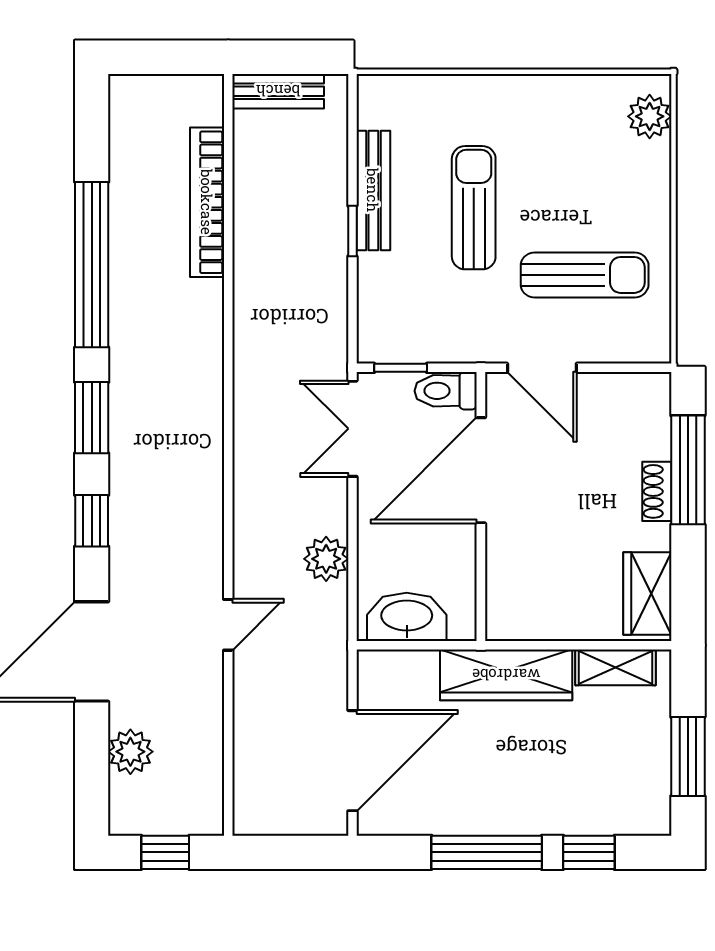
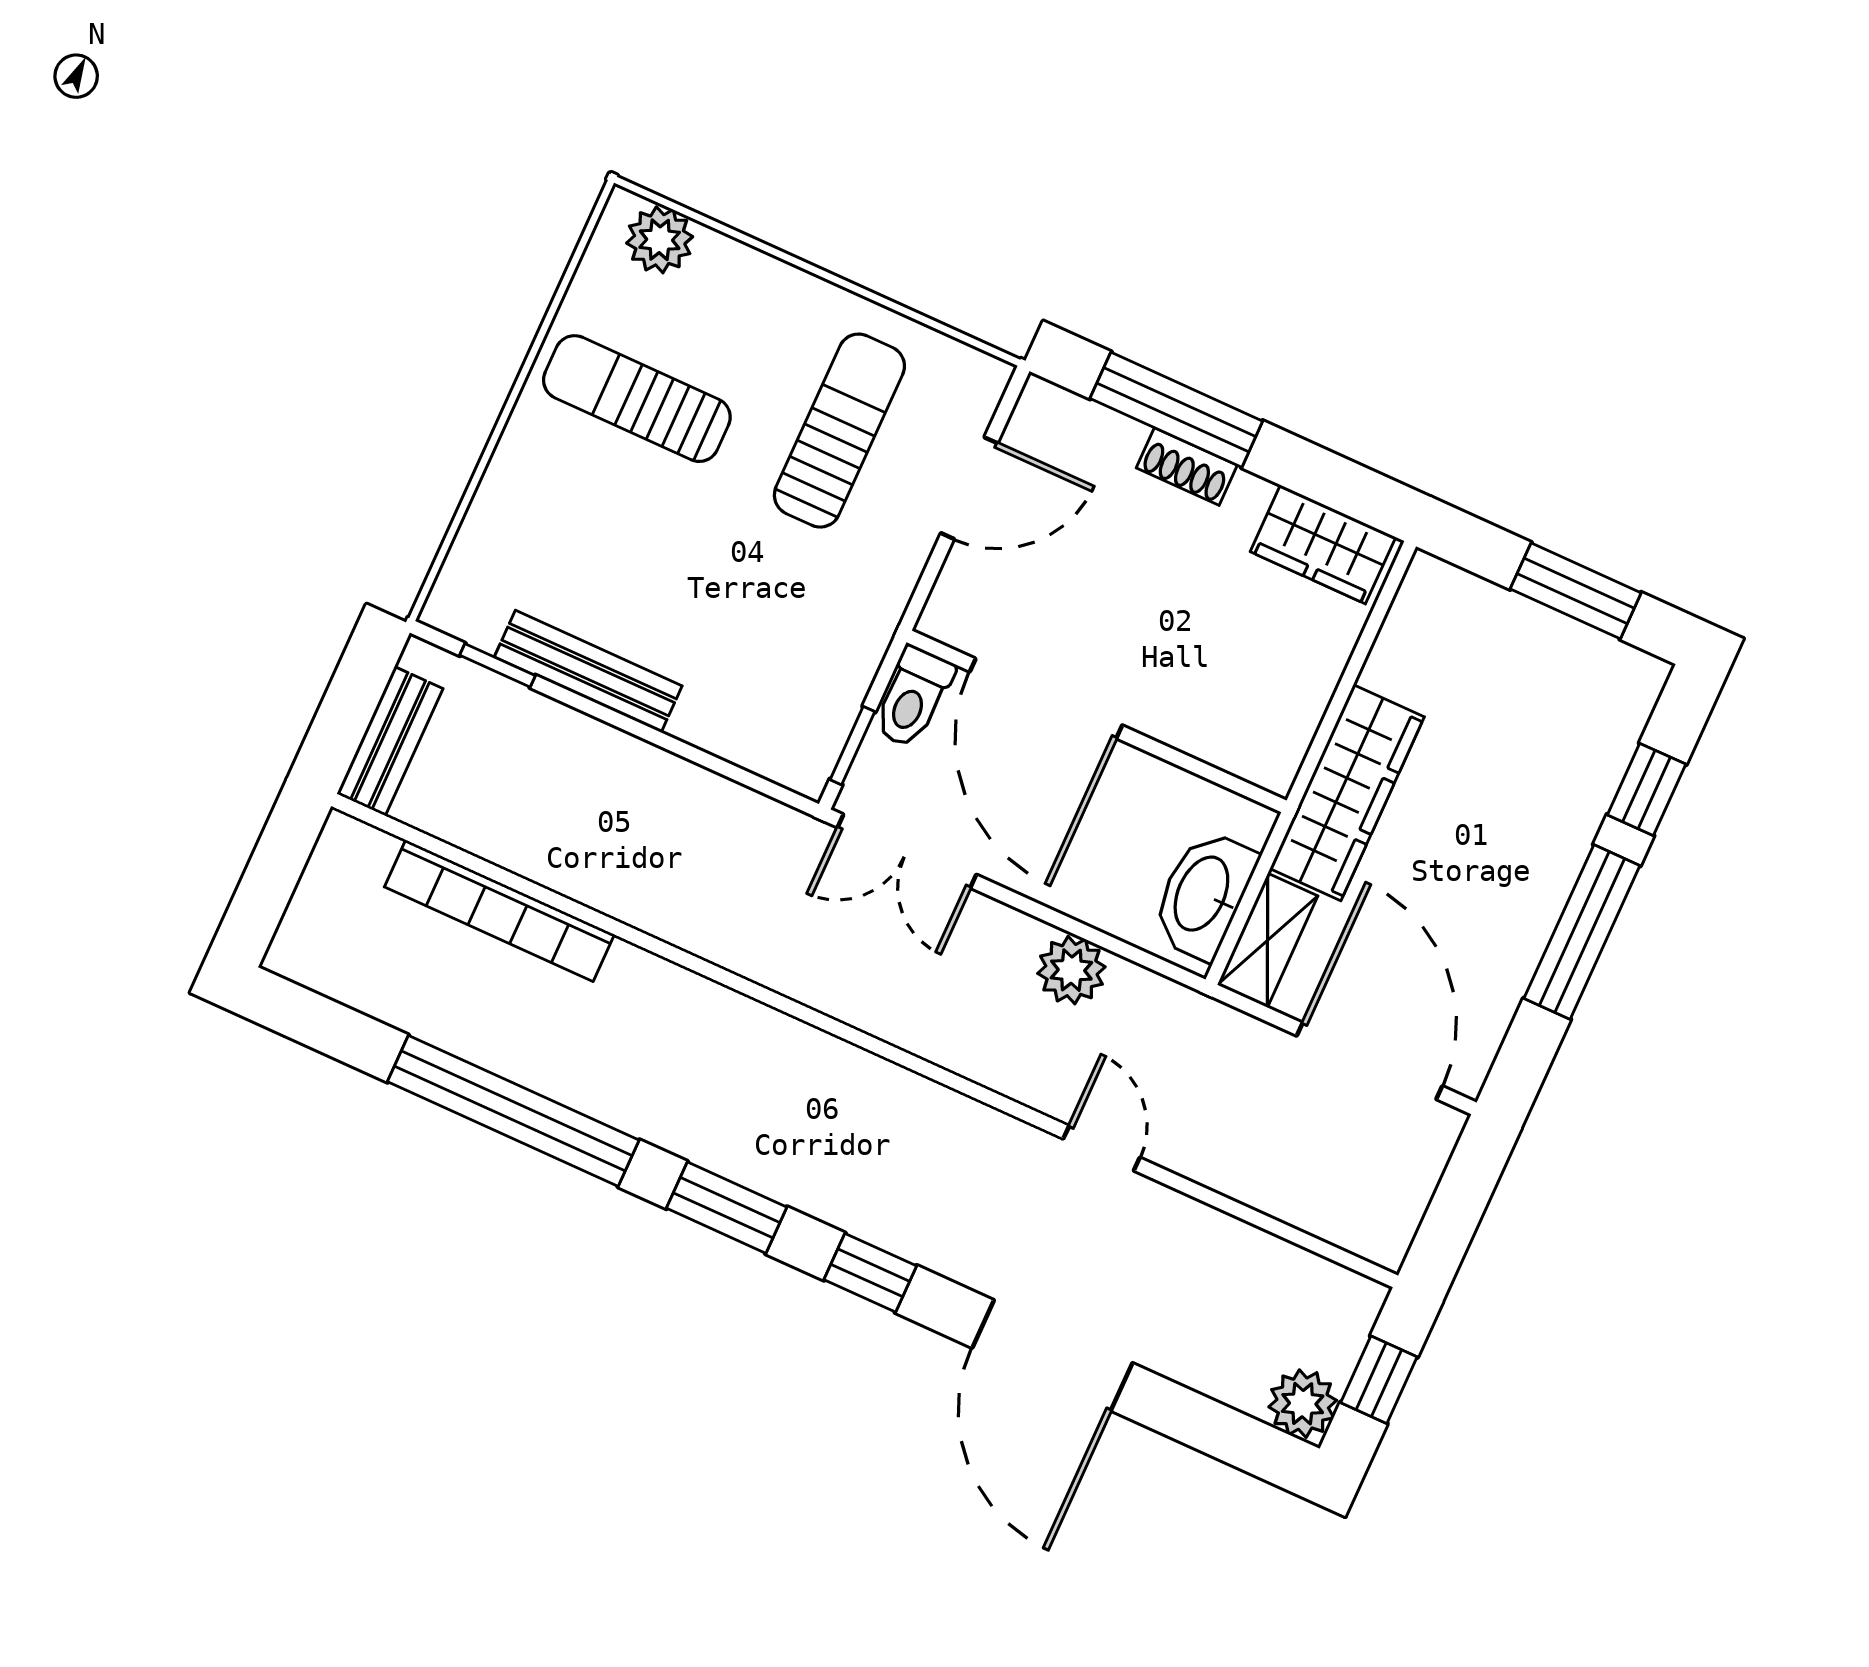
sun lounger: (474, 208) -> (637, 399), moved
window: (352, 231) -> (498, 665), moved
door: (542, 368) -> (969, 488), moved
shelving: (616, 667) -> (1267, 940), moved
plant: (130, 752) -> (1303, 1404), moved

